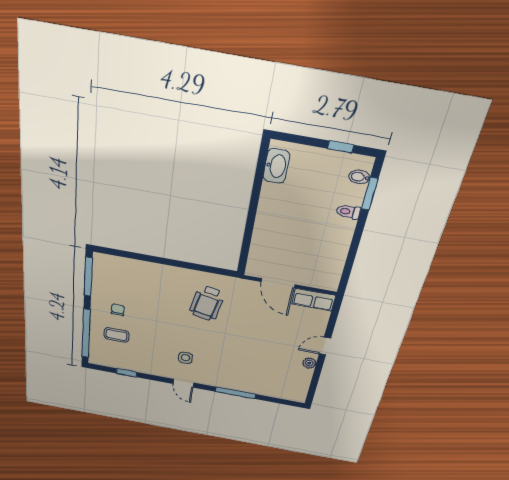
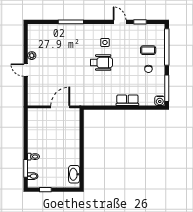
water cooler: (101, 261) -> (160, 101), added
door: (278, 283) -> (60, 107), hinge flipped
row of seats: (314, 300) -> (127, 100), moved
wheelchair: (207, 303) -> (101, 63), moved, turned 79
door: (325, 346) -> (26, 70), swing flipped
door: (183, 383) -> (120, 22), moved

